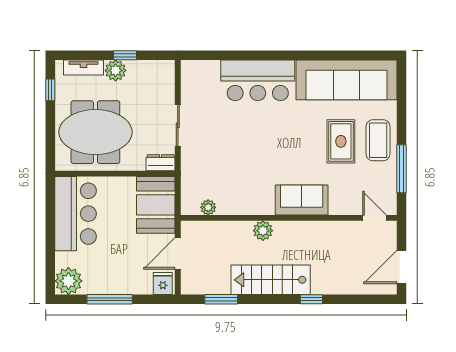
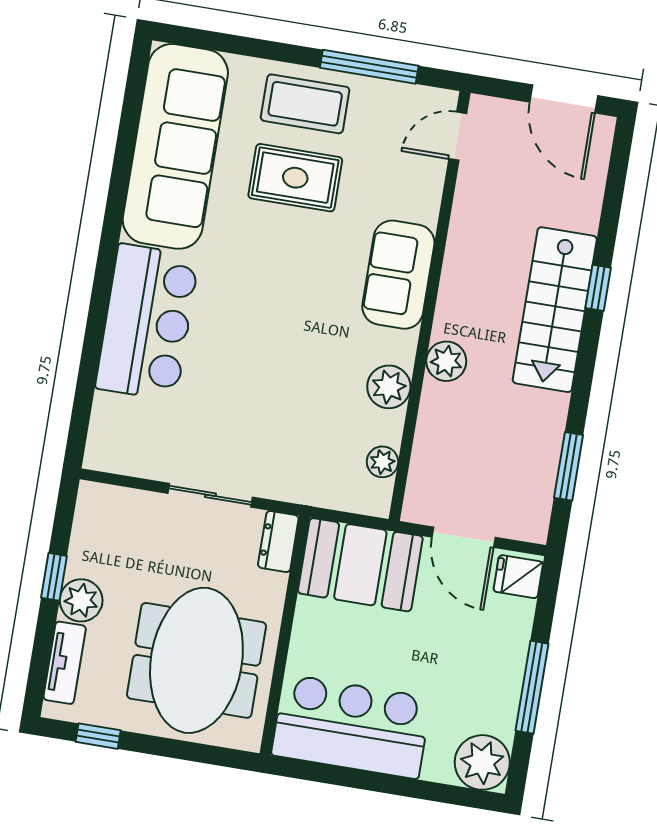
plant: (246, 204) -> (389, 387), added
stairs: (271, 280) -> (555, 310), moved

